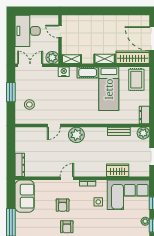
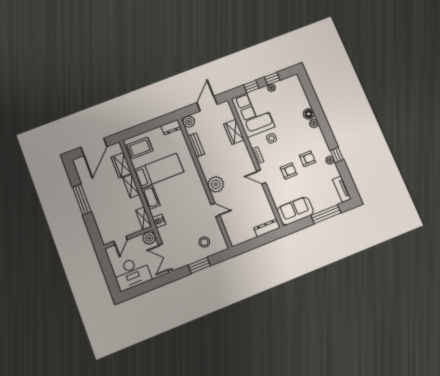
window: (110, 11) -> (82, 199), added
wardrobe: (133, 57) -> (121, 165), width x0.67

